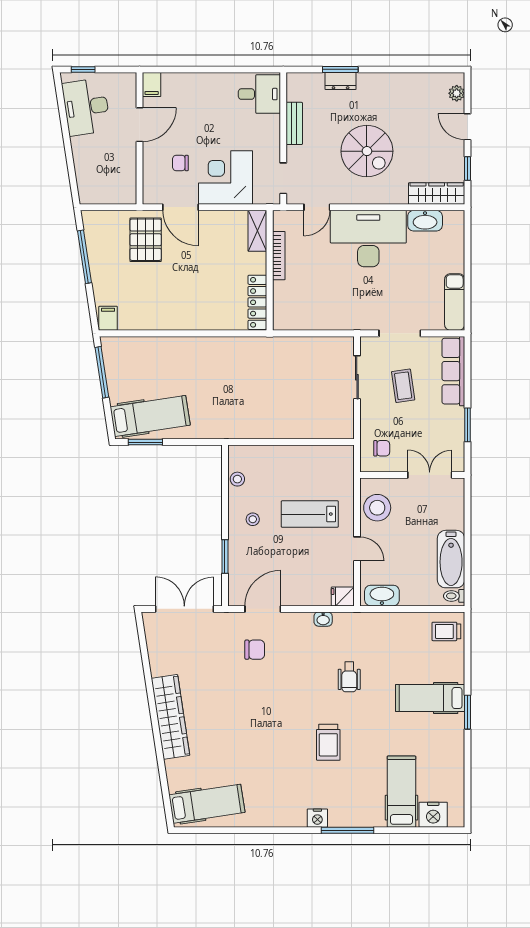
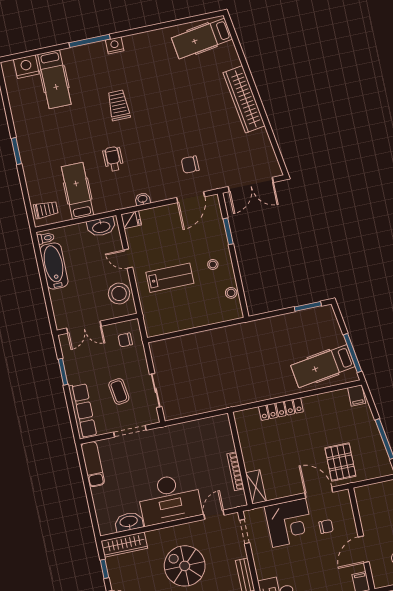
locker: (257, 302) -> (281, 409), moved, turned 90
hospital bed: (150, 416) -> (323, 366), moved
hospital bed: (430, 698) -> (78, 191), moved, turned -90

